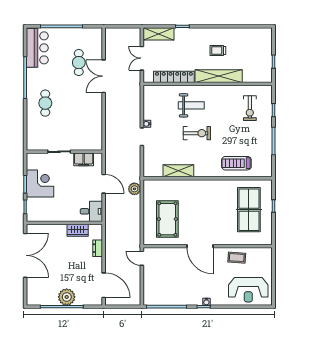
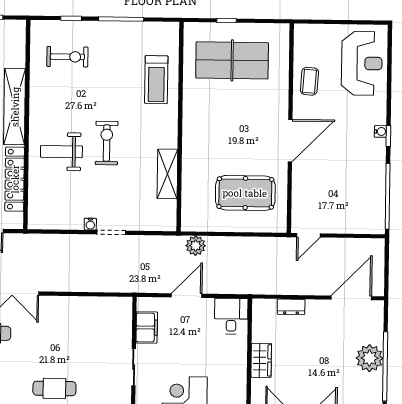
weight bench: (191, 105) -> (61, 152), turned -90
wardrobe: (78, 230) -> (261, 360), moved

